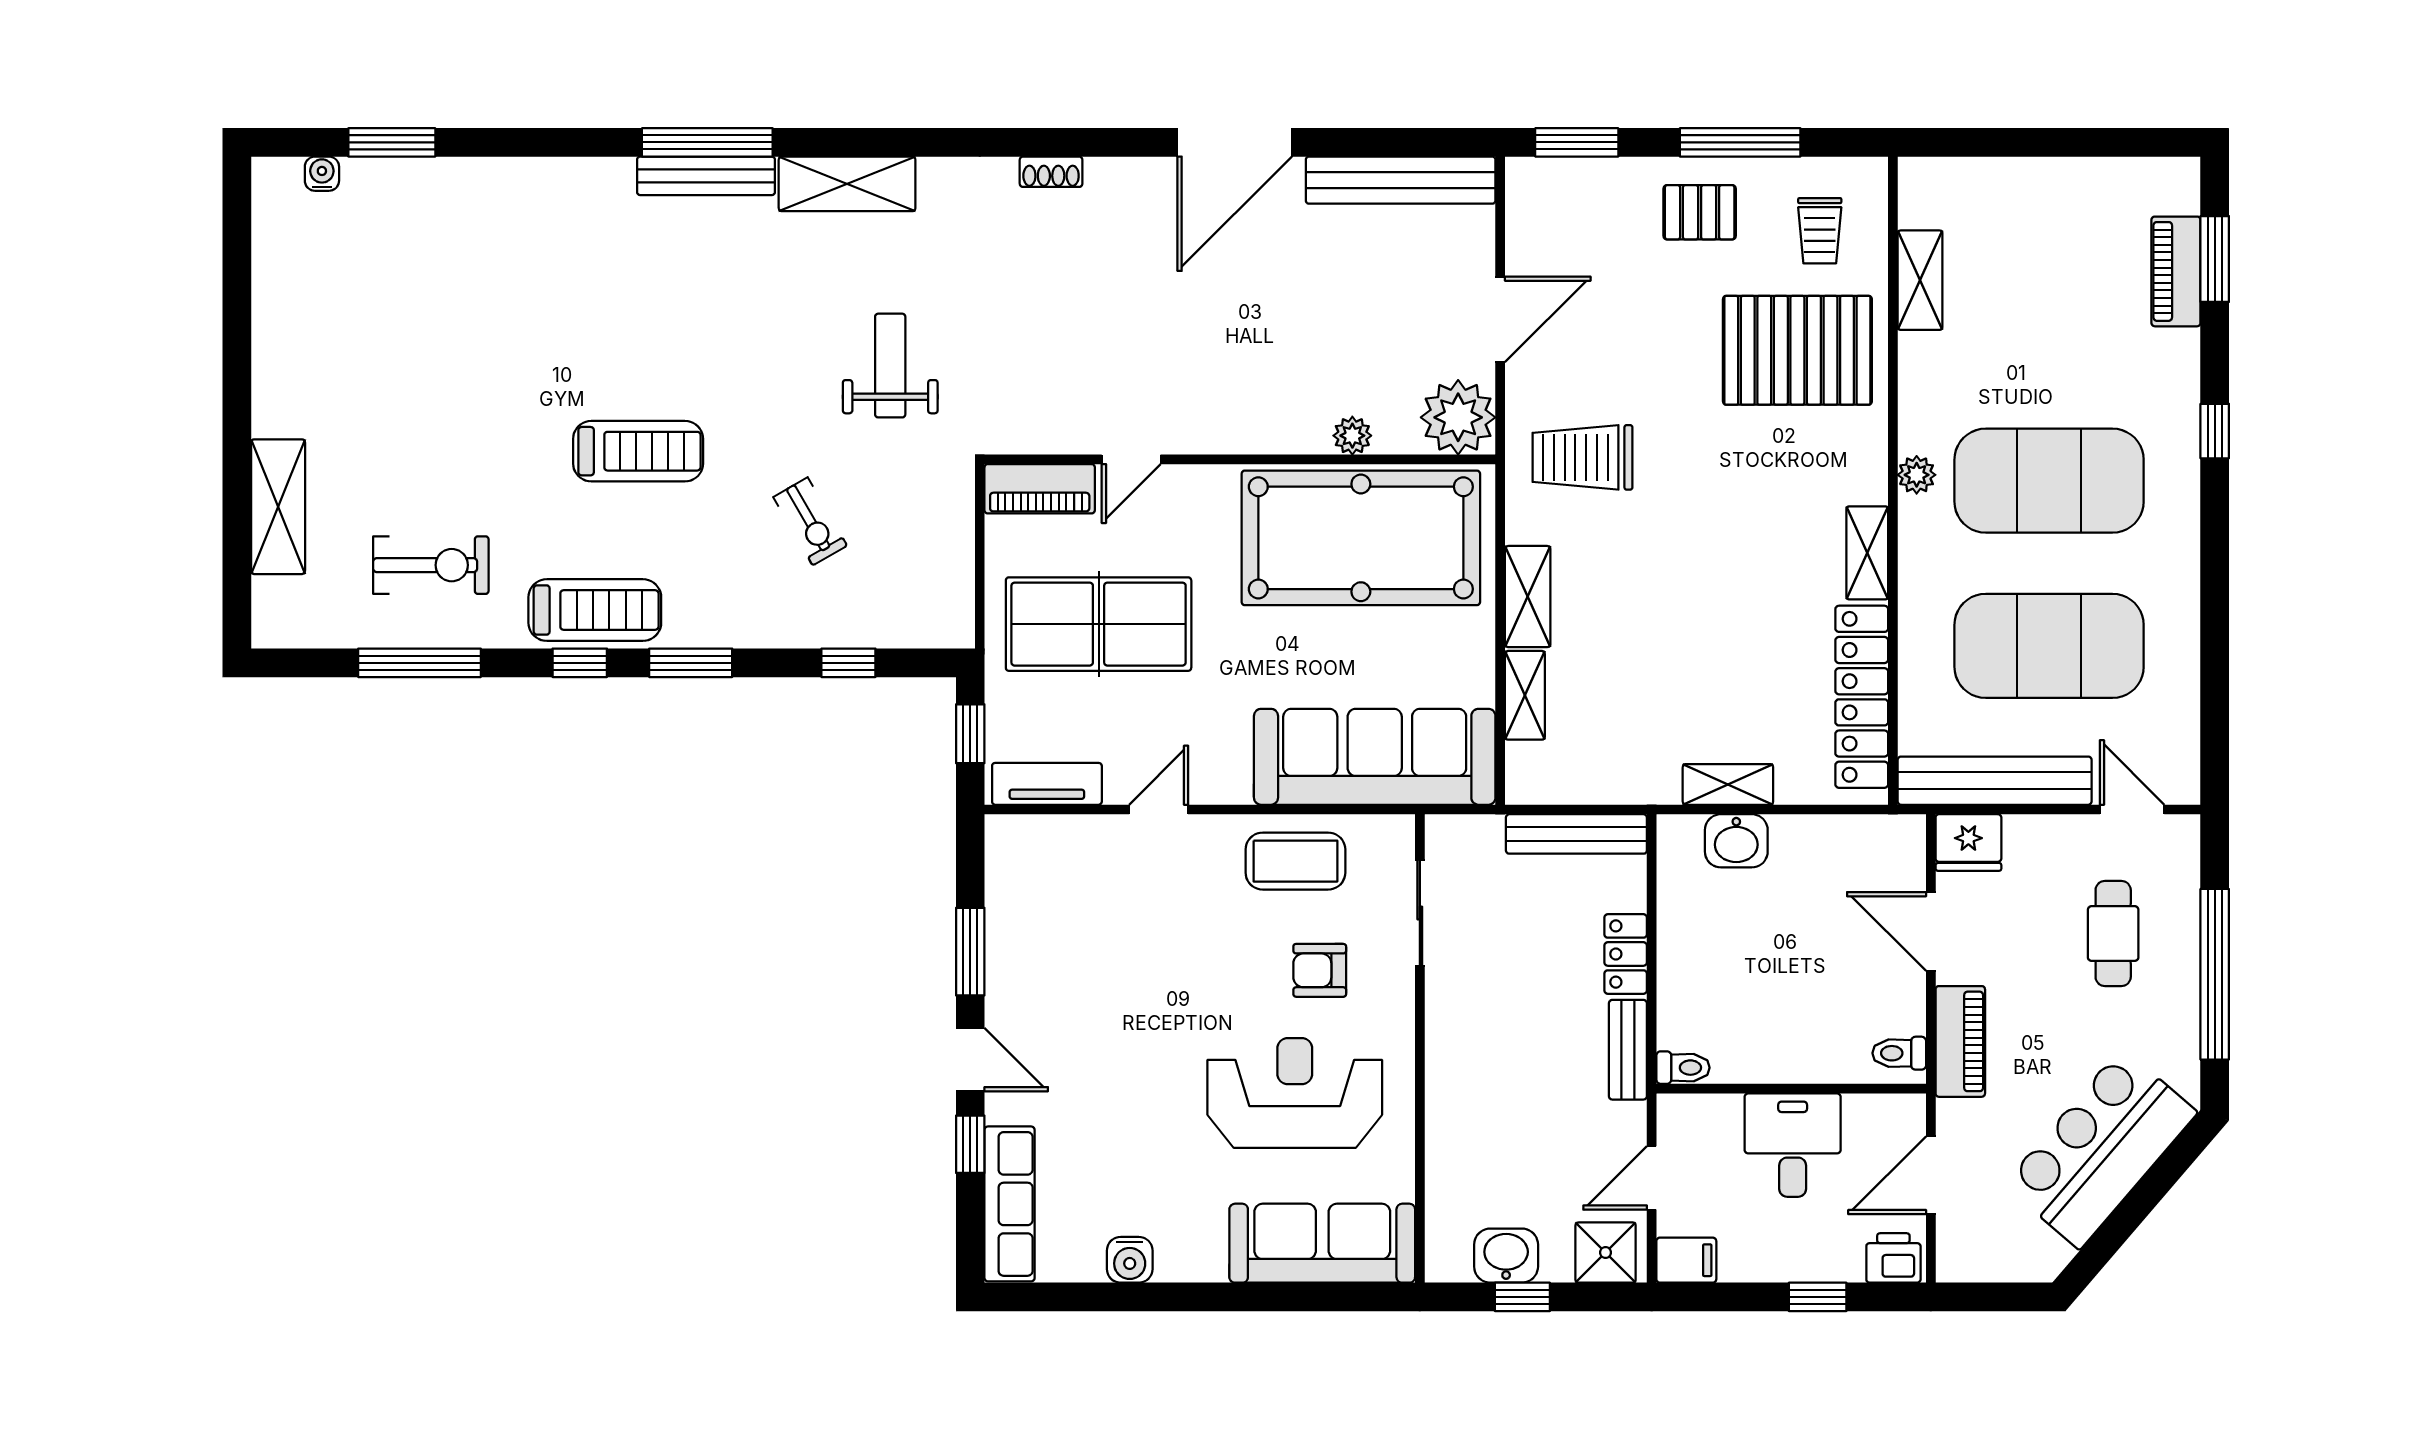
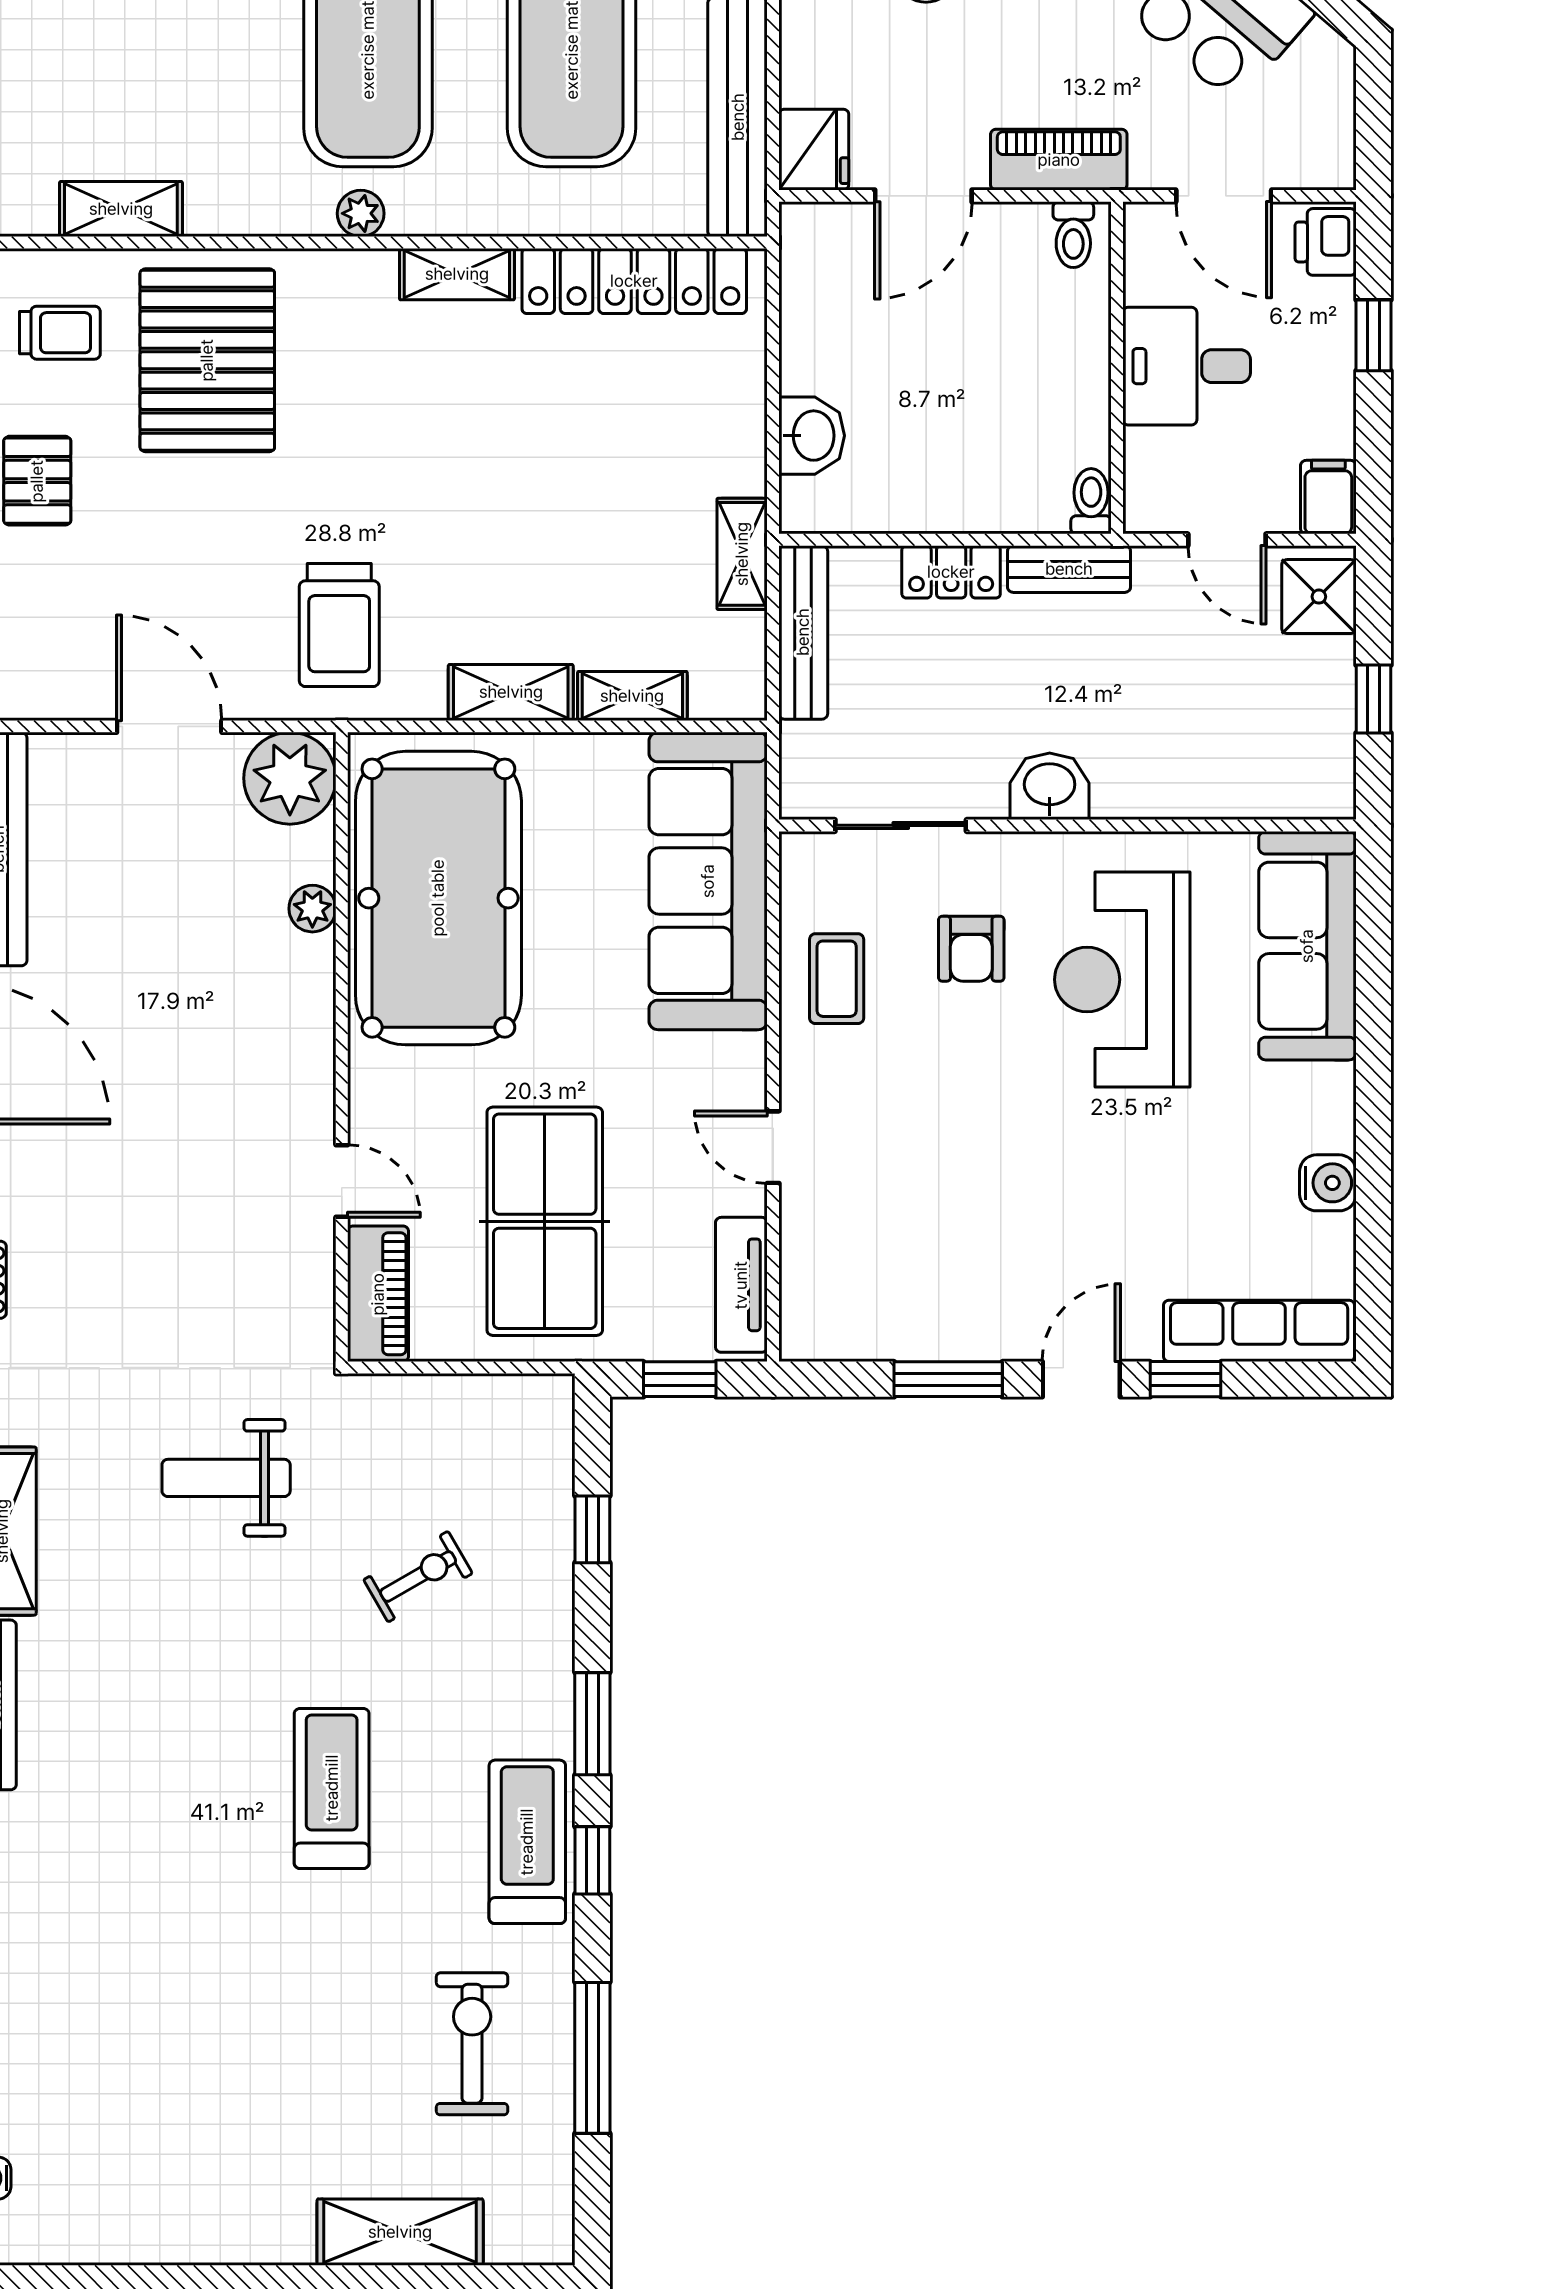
shelving: (1728, 784) -> (742, 554), moved
coffee table: (1295, 861) -> (837, 979), width x0.73, depth x0.77
washbasin: (1506, 1256) -> (1050, 786), moved, turned 90

